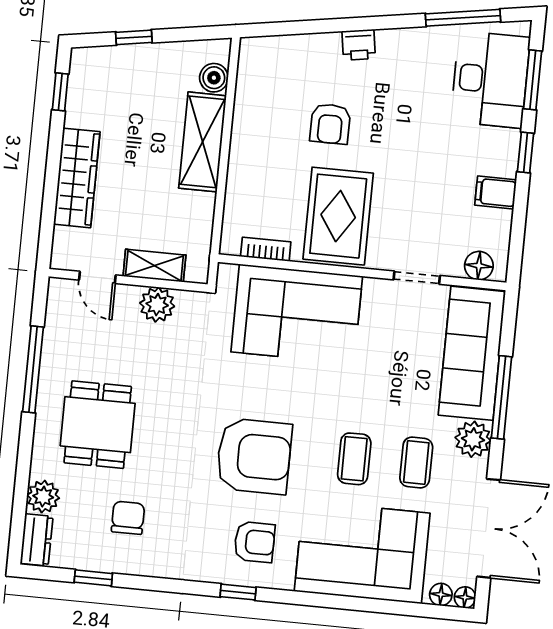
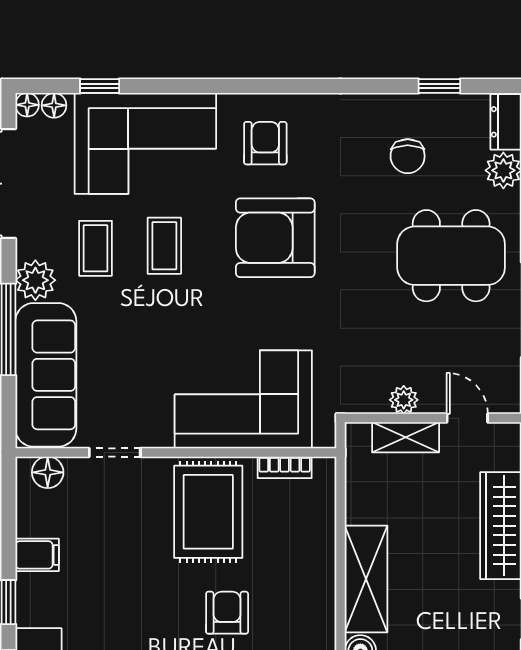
plant: (157, 305) -> (404, 400), width x0.73, depth x0.73
dining table: (98, 425) -> (451, 256), width x1.38
armchair: (255, 542) -> (265, 143), turned 90
window: (238, 592) -> (100, 86), moved

